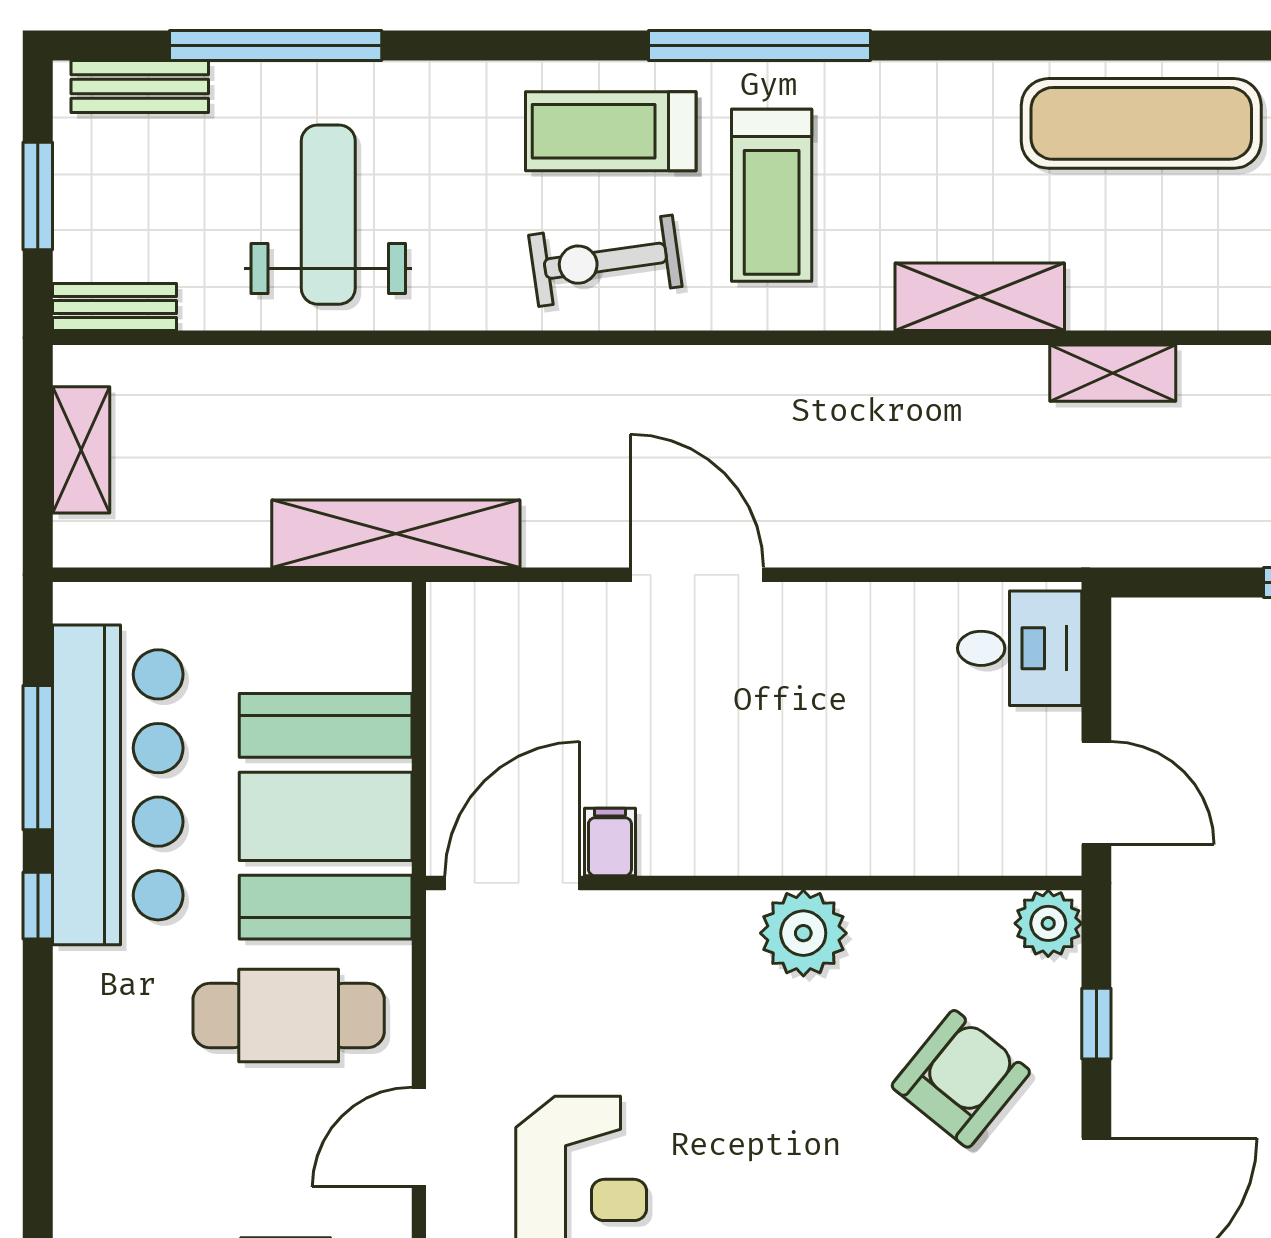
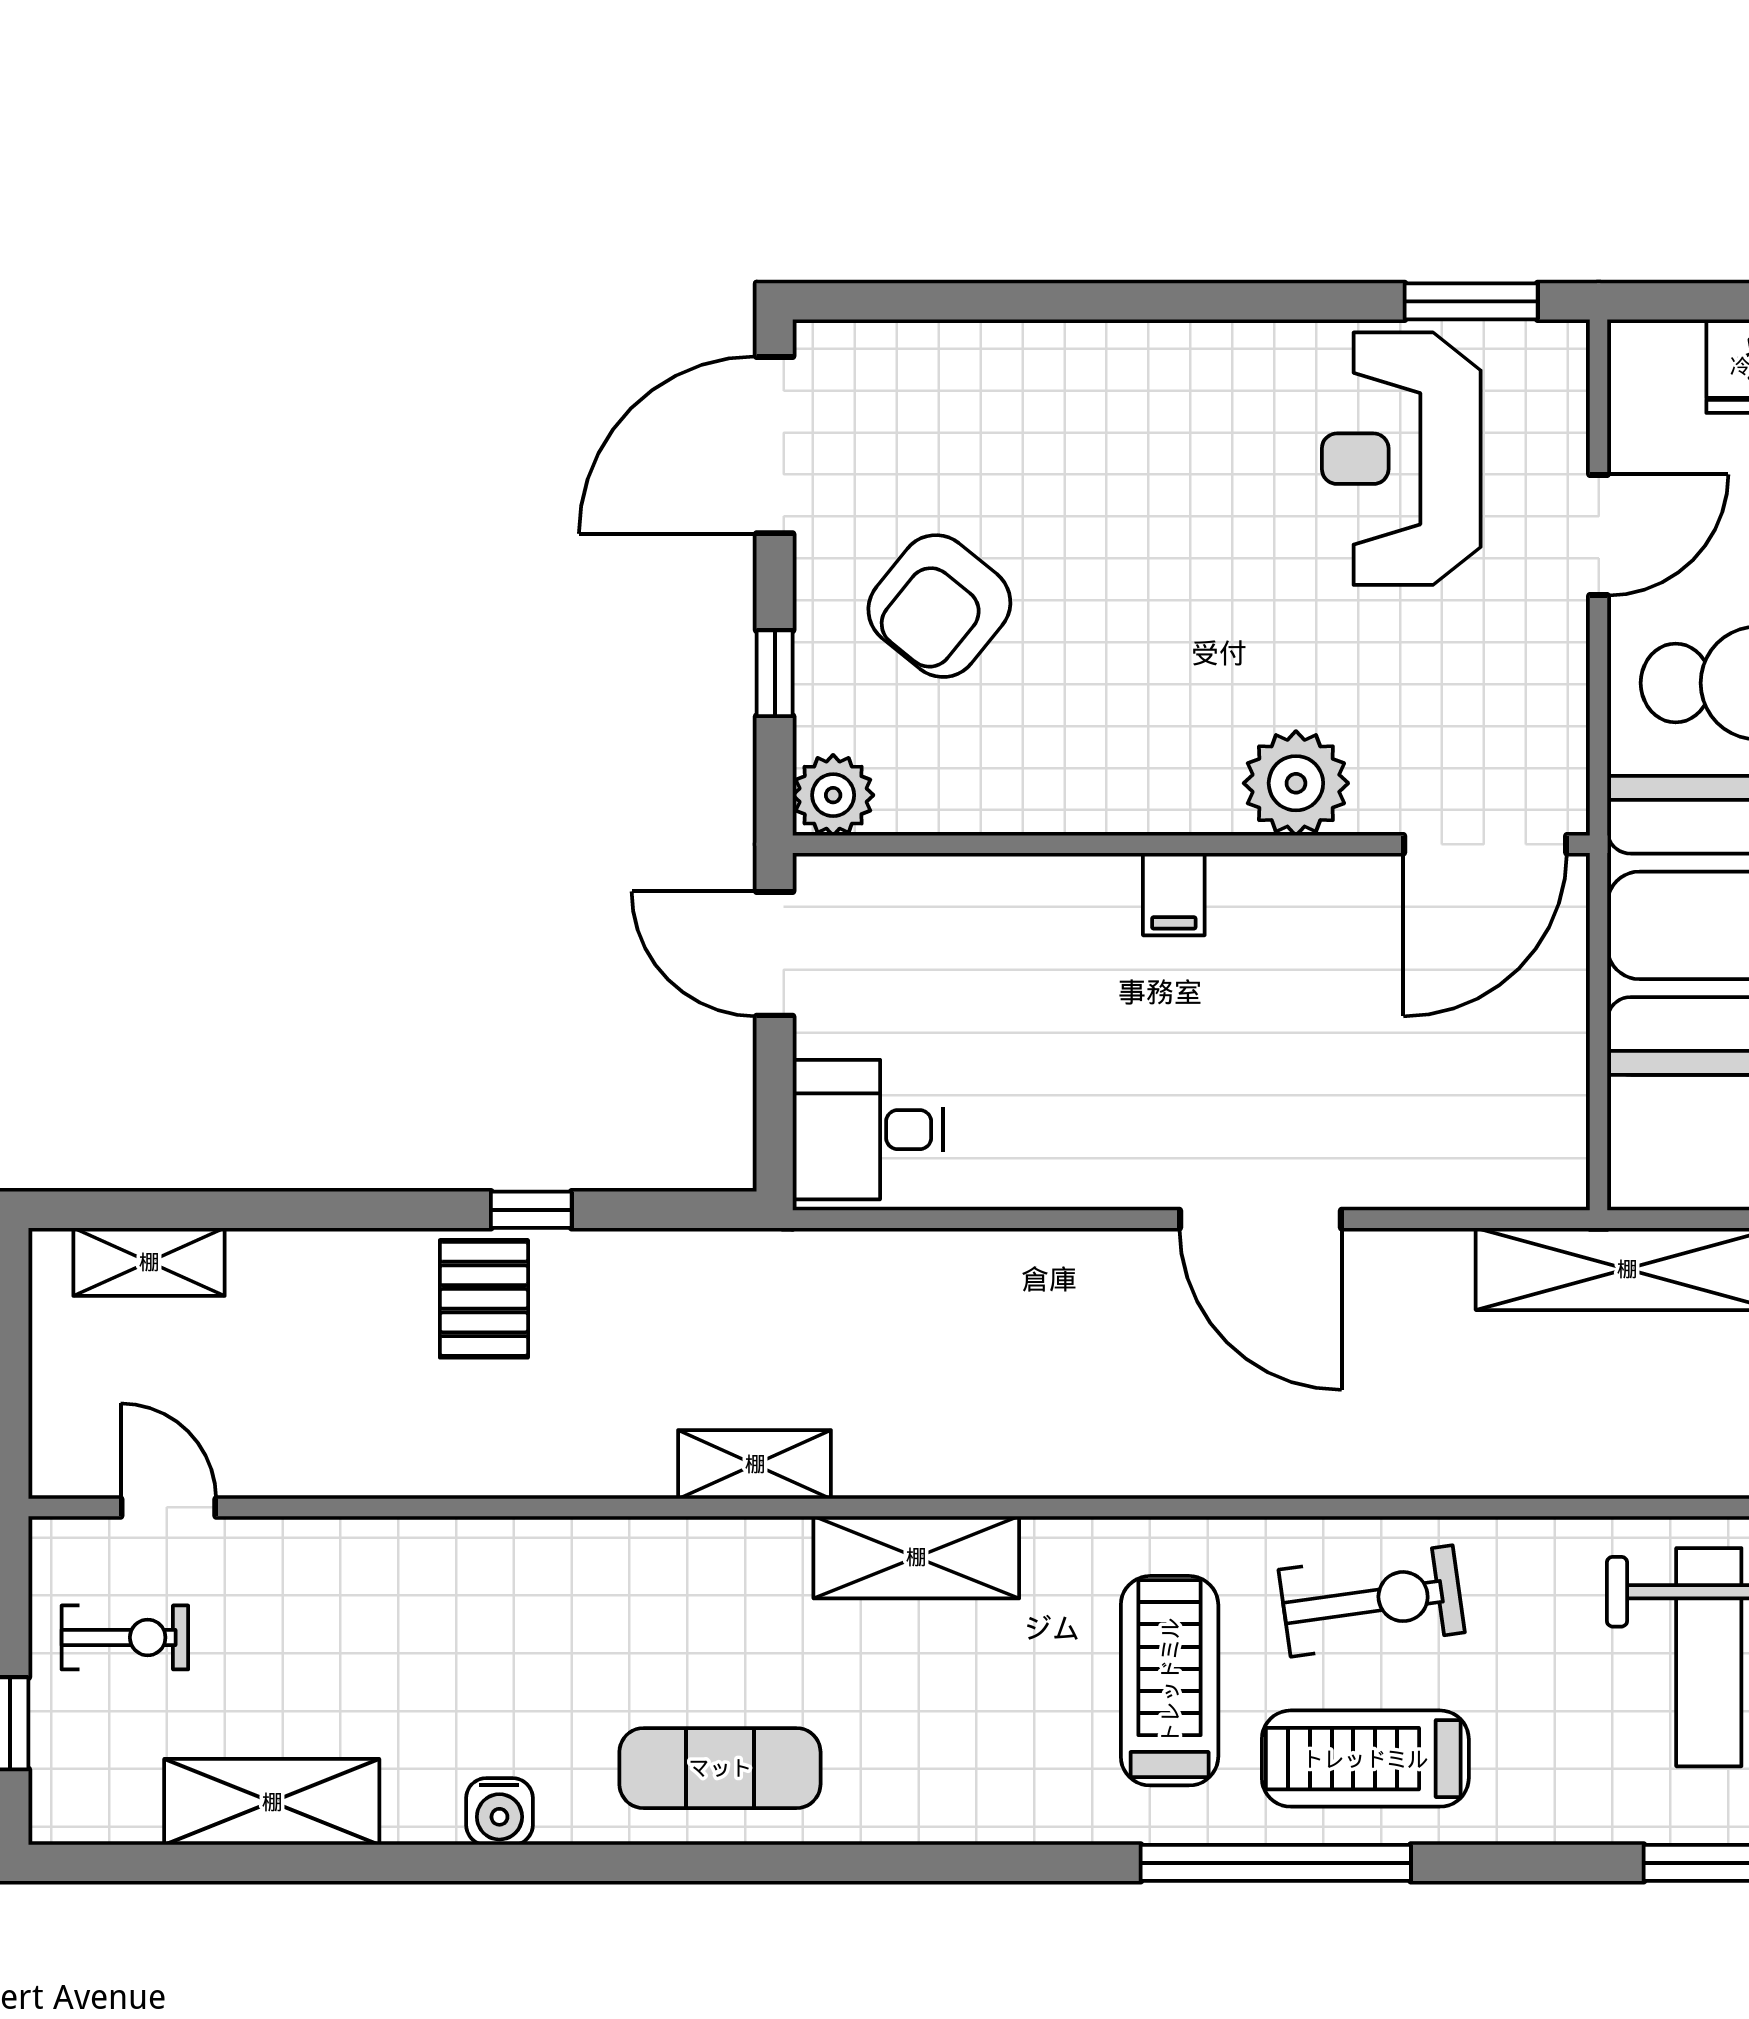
window: (760, 45) -> (1276, 1863), moved
exercise mat: (1141, 123) -> (720, 1768), width x0.73, depth x0.69
treadmill: (611, 131) -> (1365, 1759), turned 180
filing cabinet: (610, 842) -> (1174, 894), moved
plant: (803, 933) -> (1296, 783), moved

